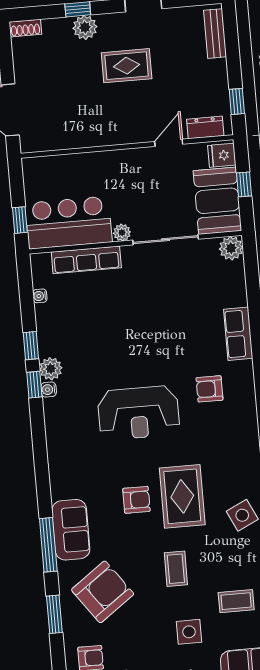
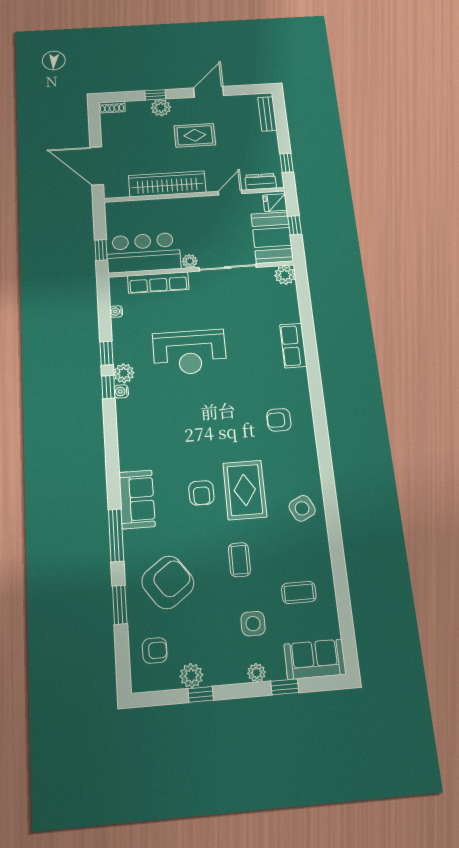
wardrobe: (94, 133) -> (167, 184), added
armchair: (209, 389) -> (279, 420), moved
reception desk: (139, 413) -> (190, 352), moved
armchair: (136, 500) -> (201, 493), turned 90
sofa: (71, 530) -> (137, 499), moved

